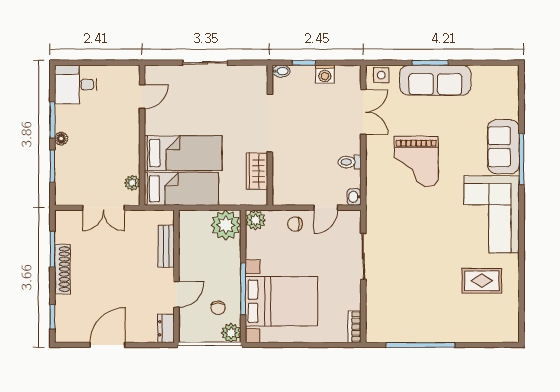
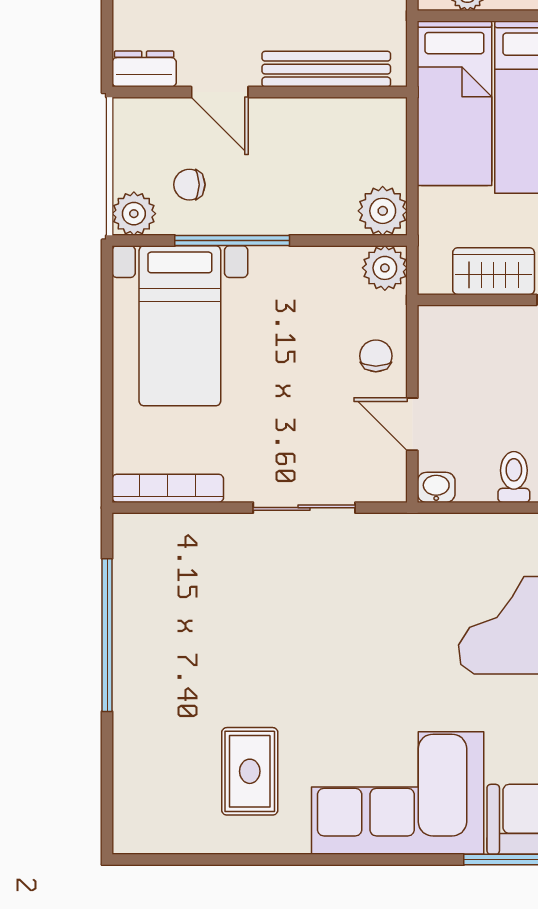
plant: (226, 225) -> (383, 211), width x0.73, depth x0.73
bench: (166, 246) -> (326, 69), width x1.36
bed with nightstands: (281, 301) -> (180, 326), width x0.73
bookcase: (355, 327) -> (168, 488), width x1.56

